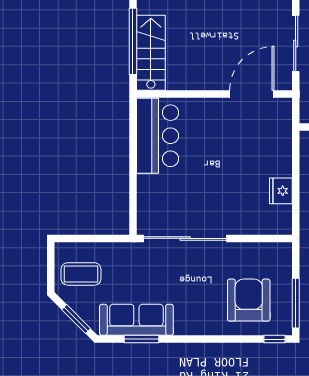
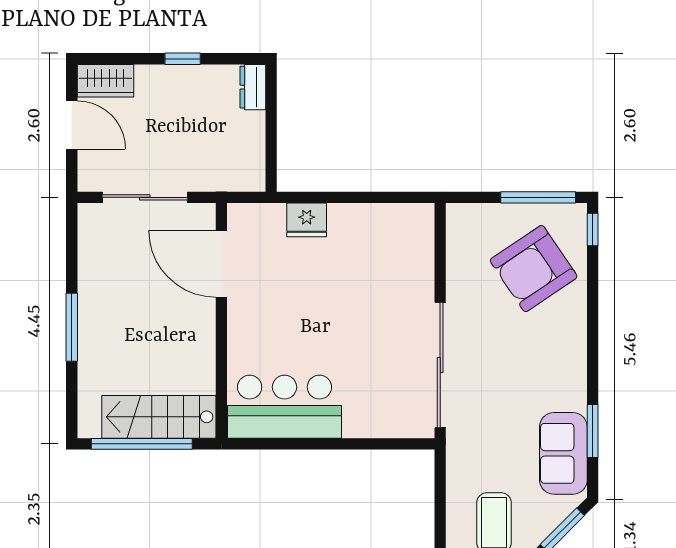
fridge: (281, 191) -> (307, 220), moved
armchair: (249, 300) -> (534, 269), turned -34
sofa: (136, 320) -> (563, 453), width x0.73

